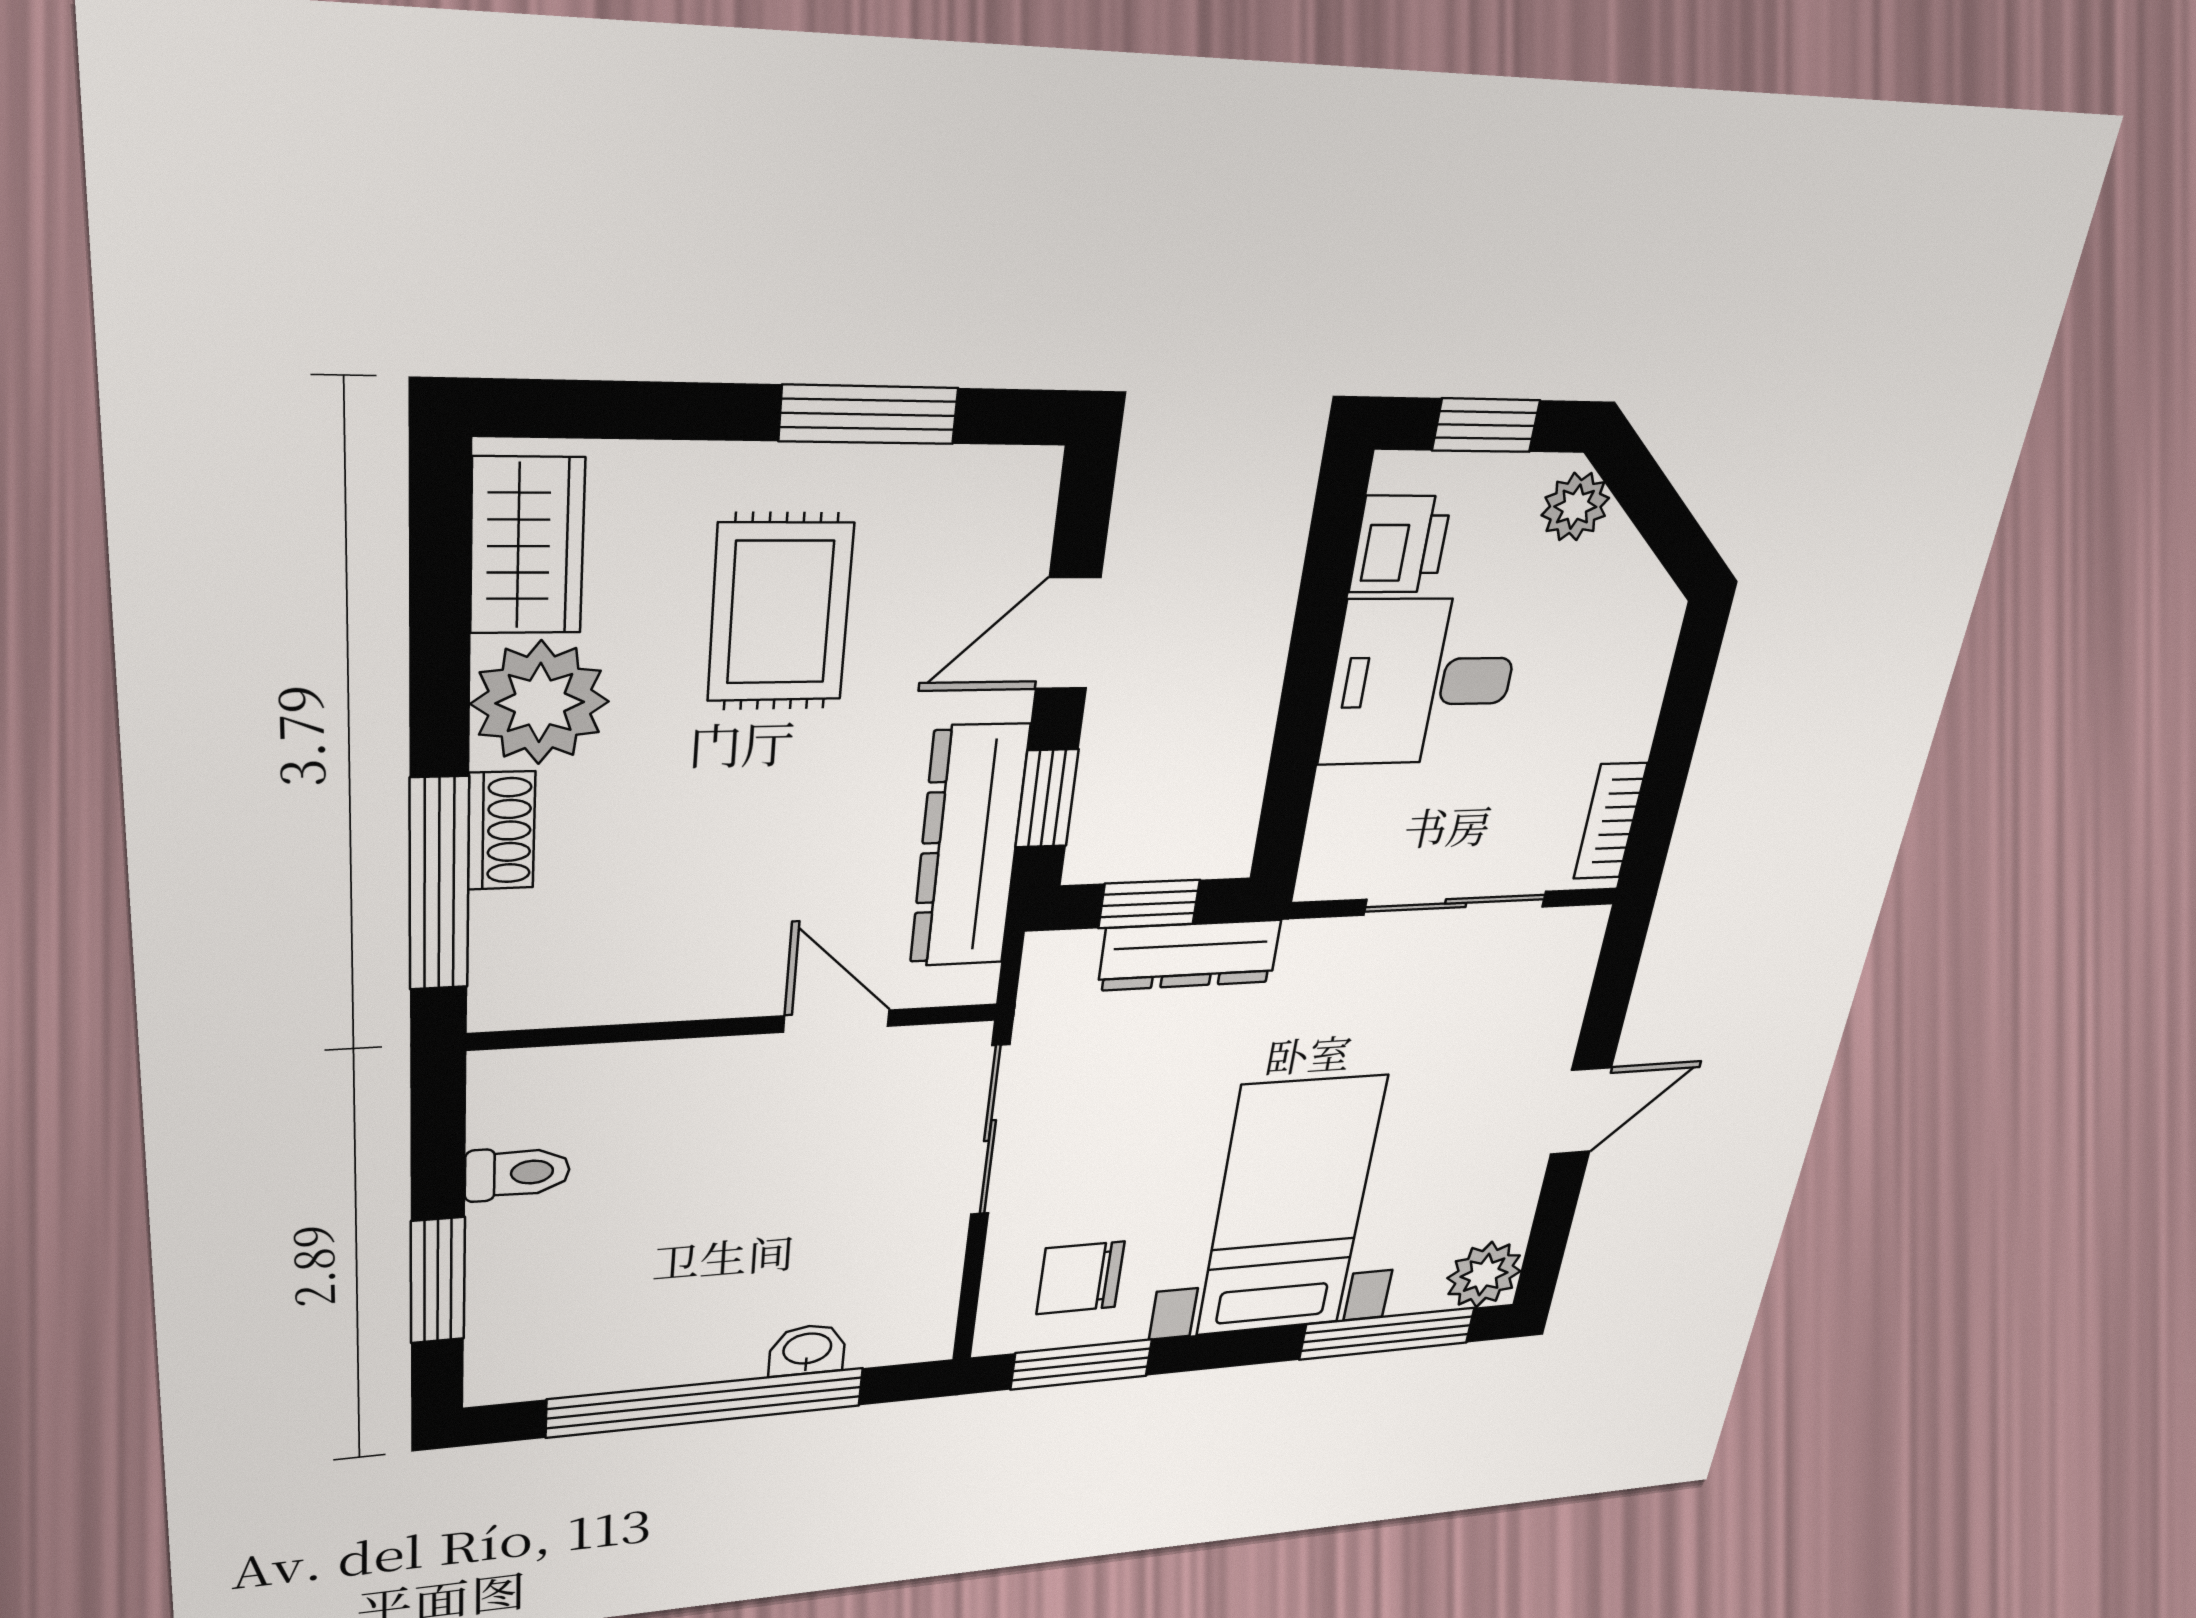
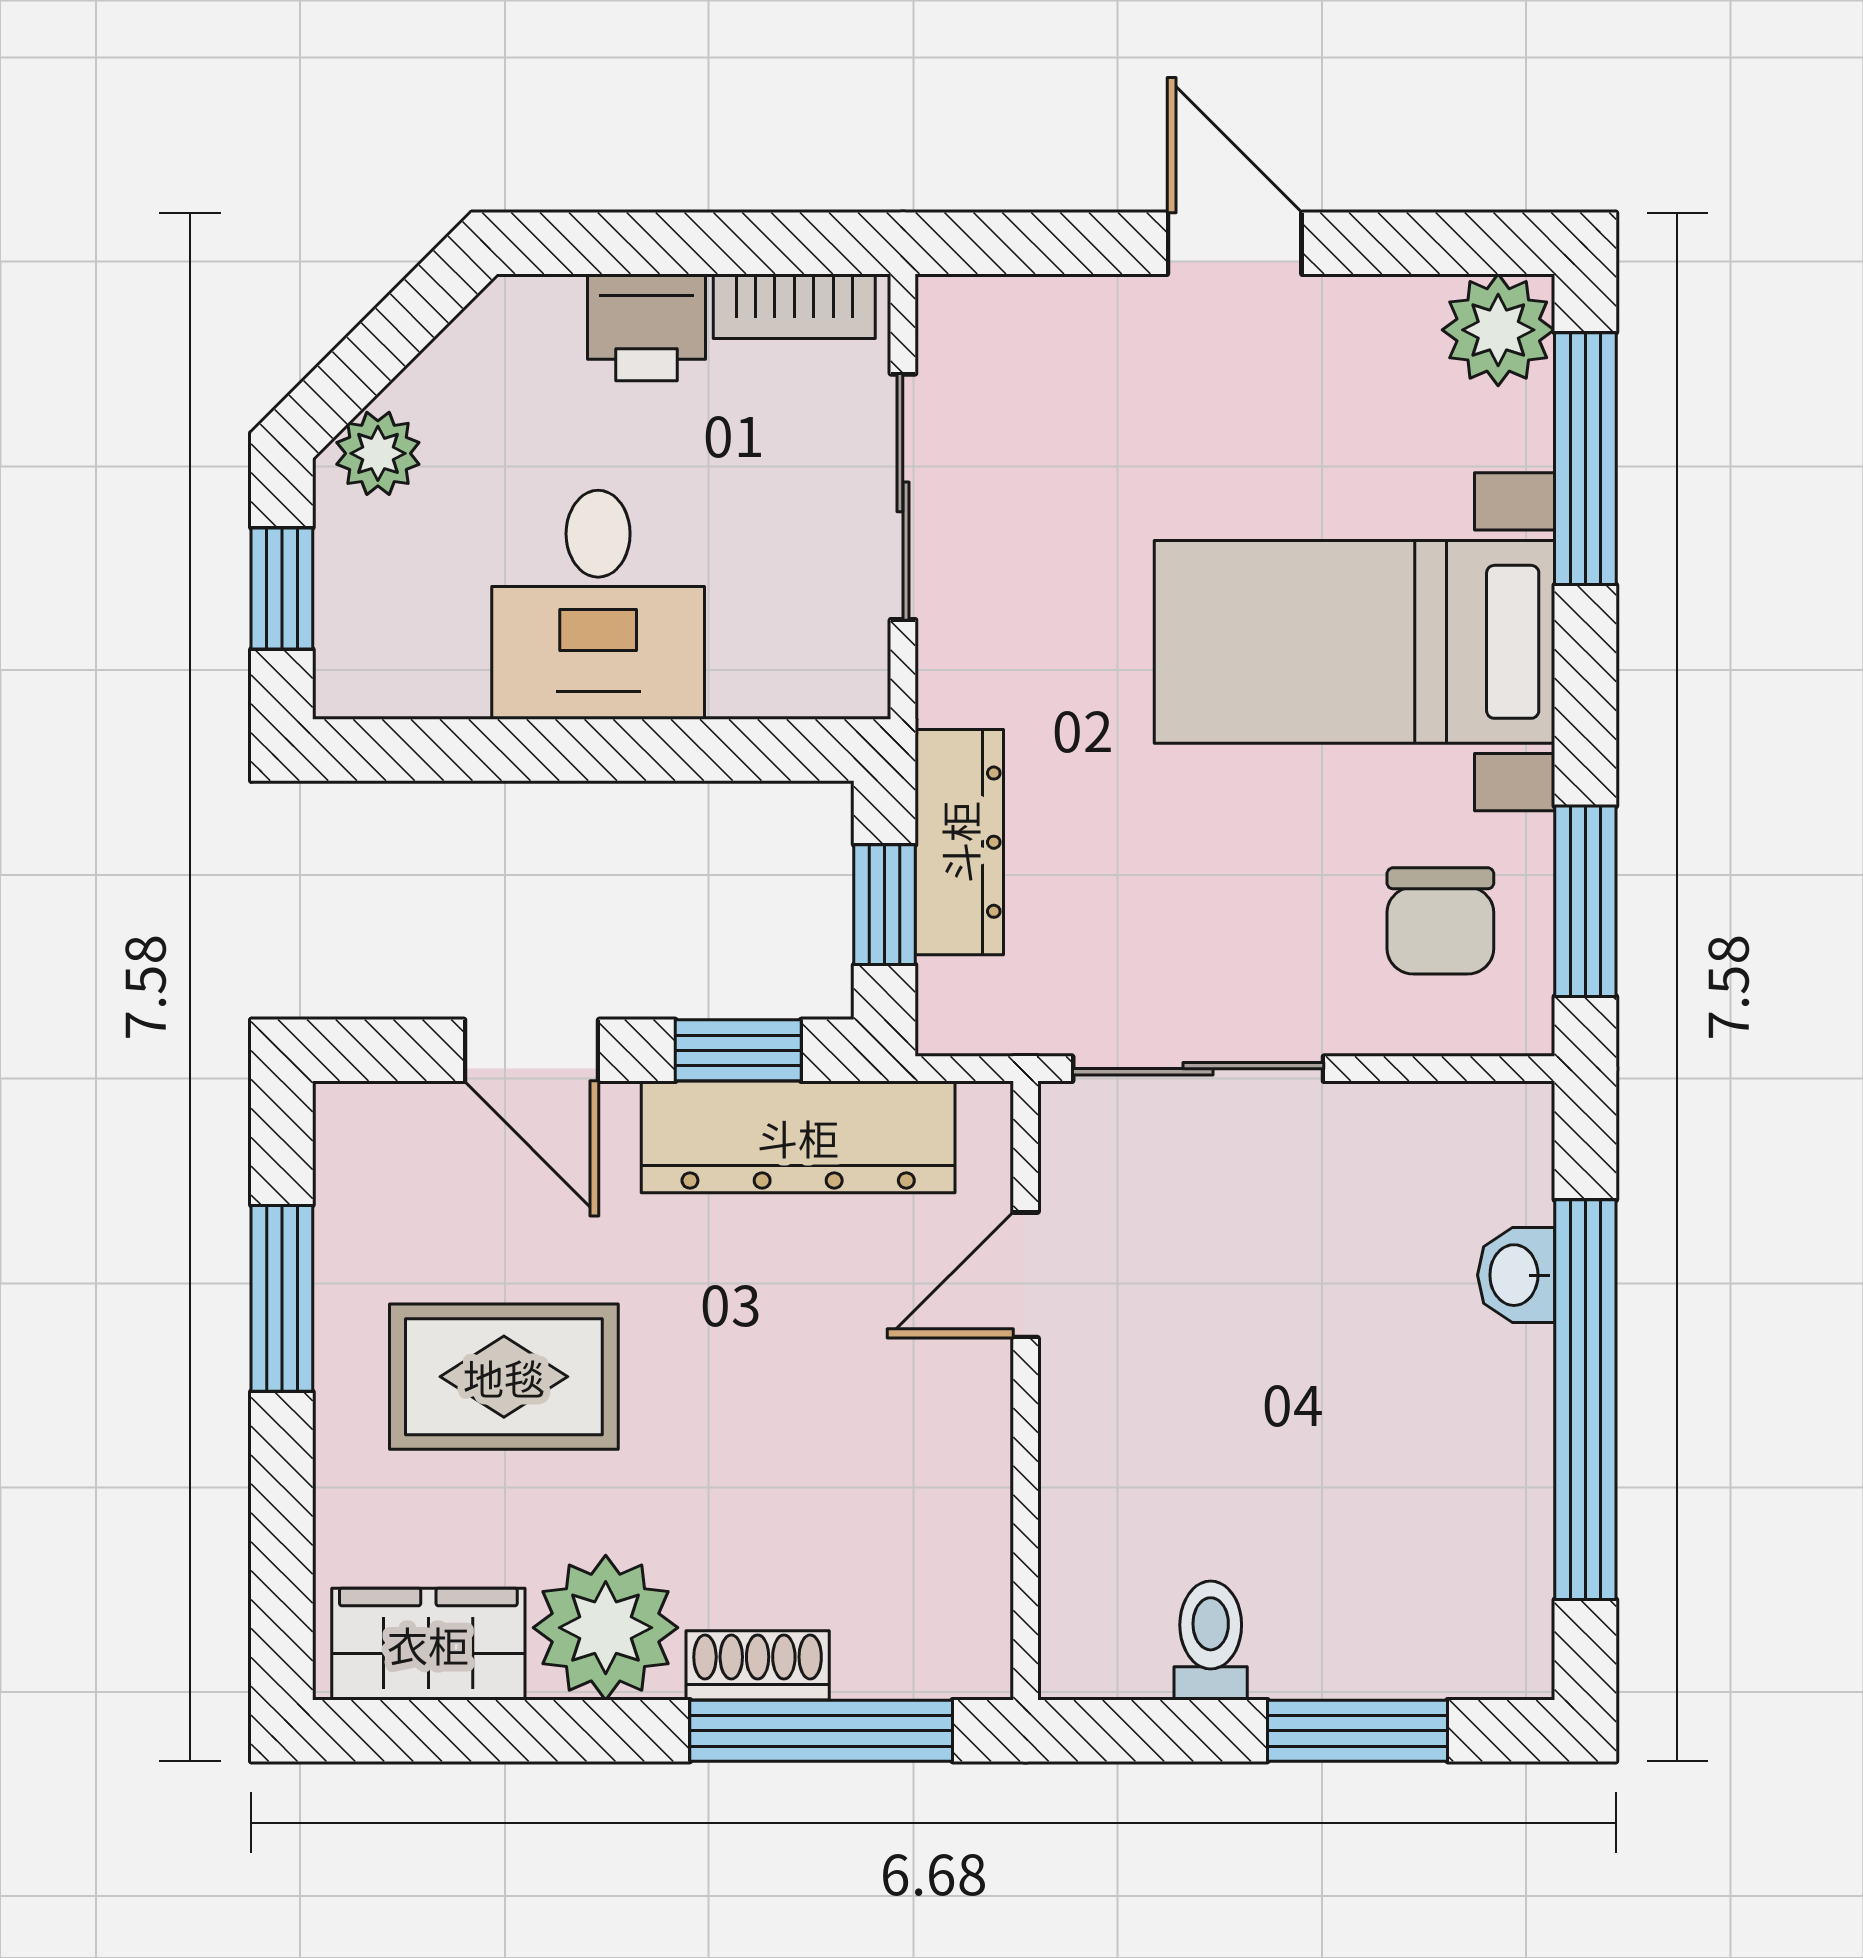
printer: (1400, 544) -> (646, 327), moved, turned 180

